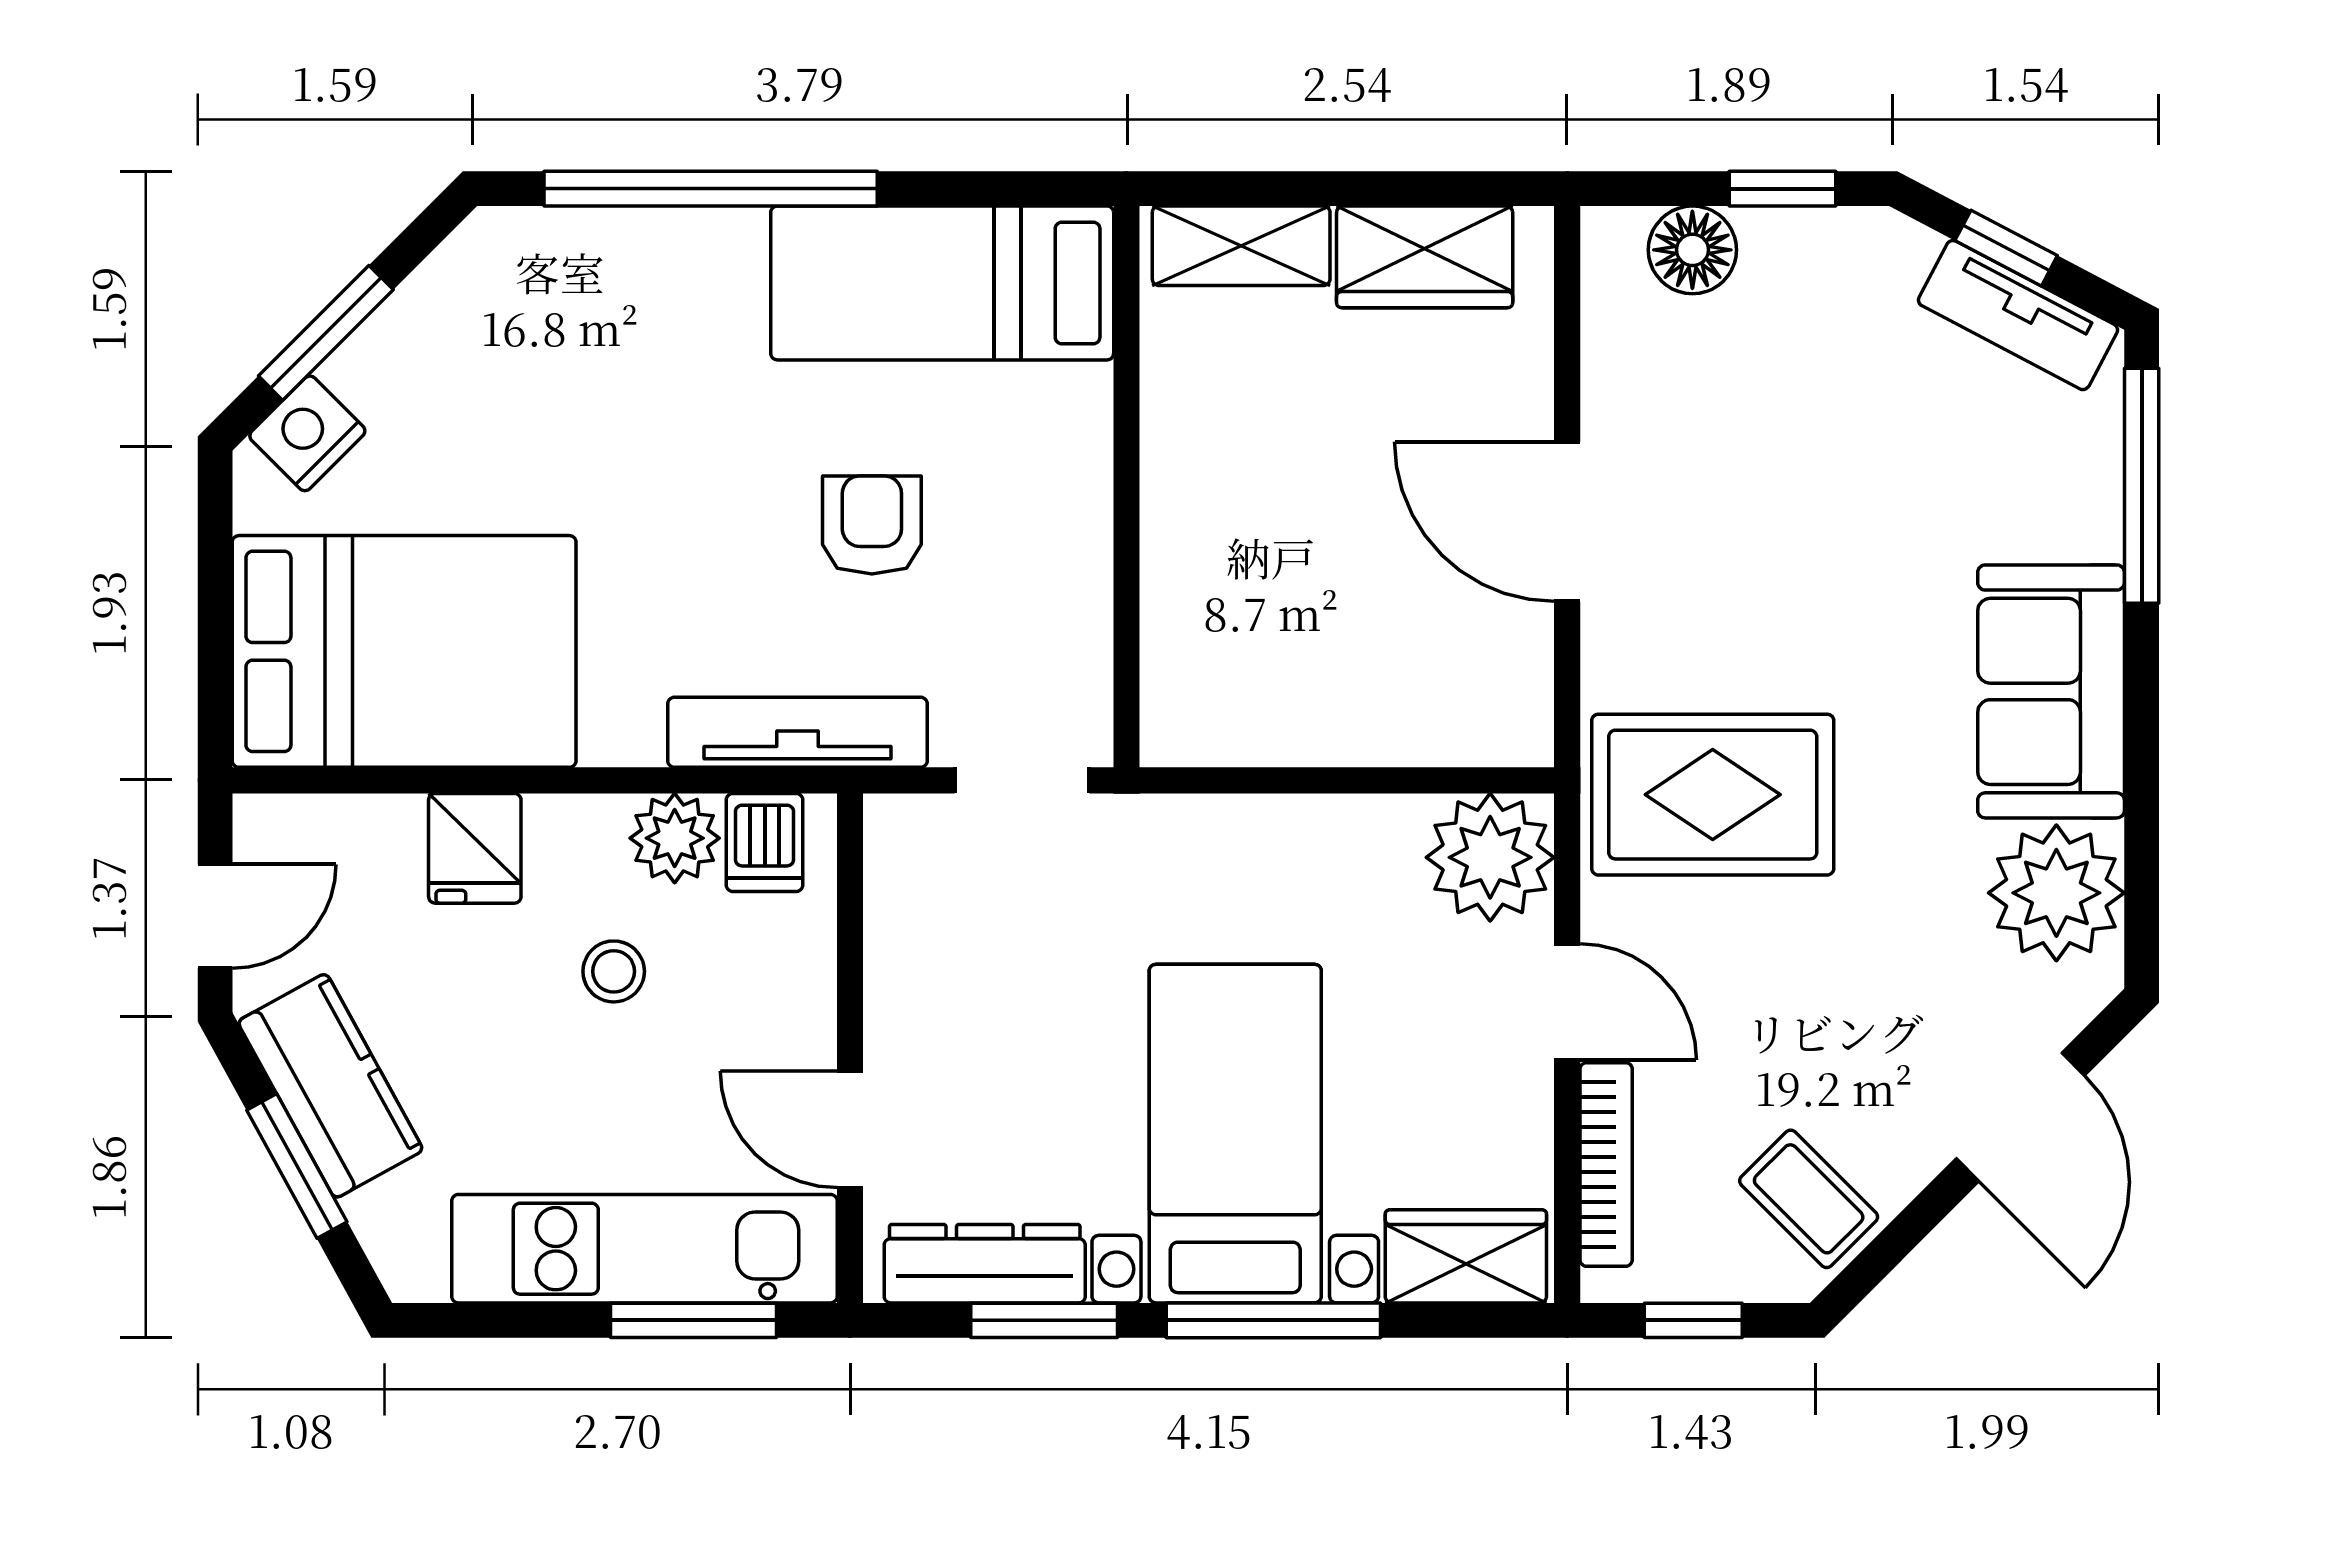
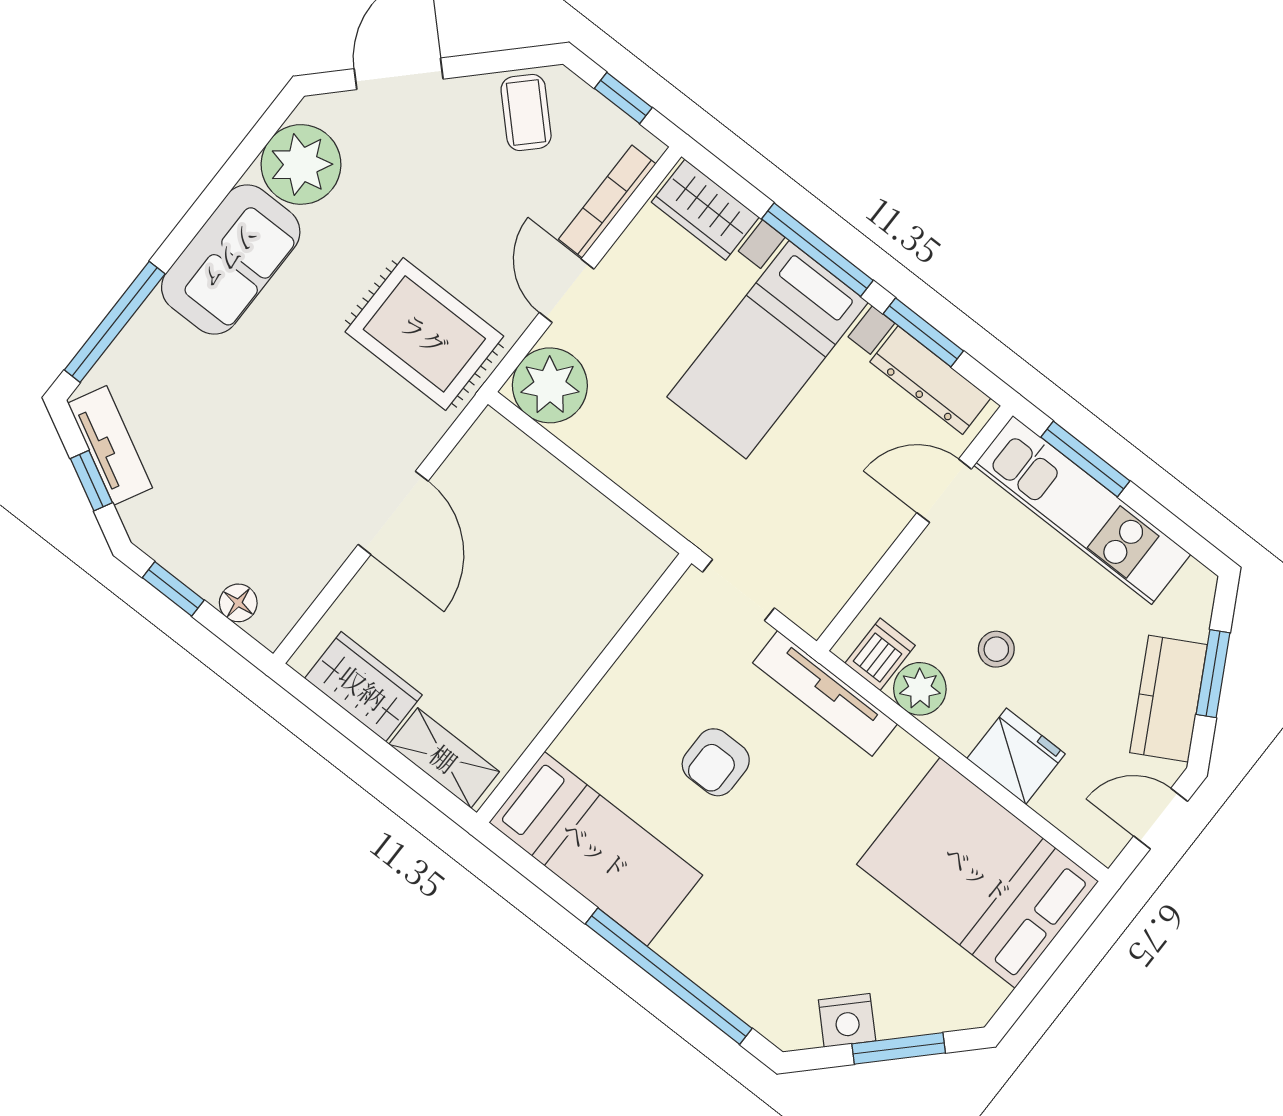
floor lamp: (1692, 250) -> (238, 603), width x0.73, depth x0.73
nightstand: (307, 433) -> (847, 1020), moved
fridge: (475, 848) -> (1016, 756), width x1.38
door: (850, 1129) -> (944, 491), swing flipped

